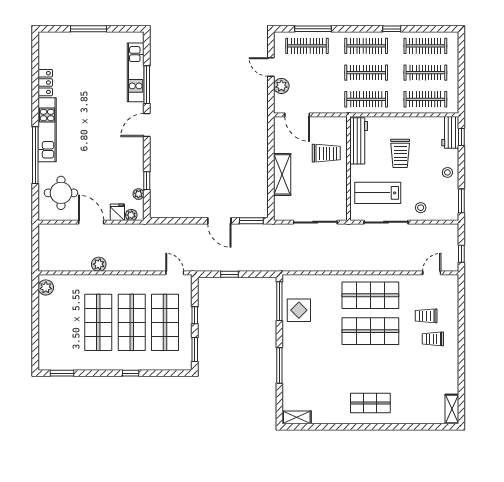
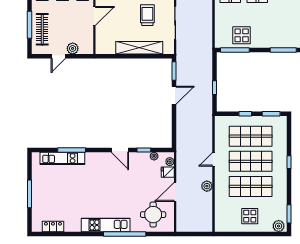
locker: (45, 83) -> (53, 226), moved
door: (297, 115) -> (94, 16), moved
door: (147, 125) -> (120, 150), moved
trolley: (326, 153) -> (147, 15), moved
shelving: (282, 174) -> (139, 48), width x1.47
door: (175, 273) -> (213, 159), moved
plant: (46, 287) -> (279, 226), moved
display table: (59, 321) -> (250, 216), added

